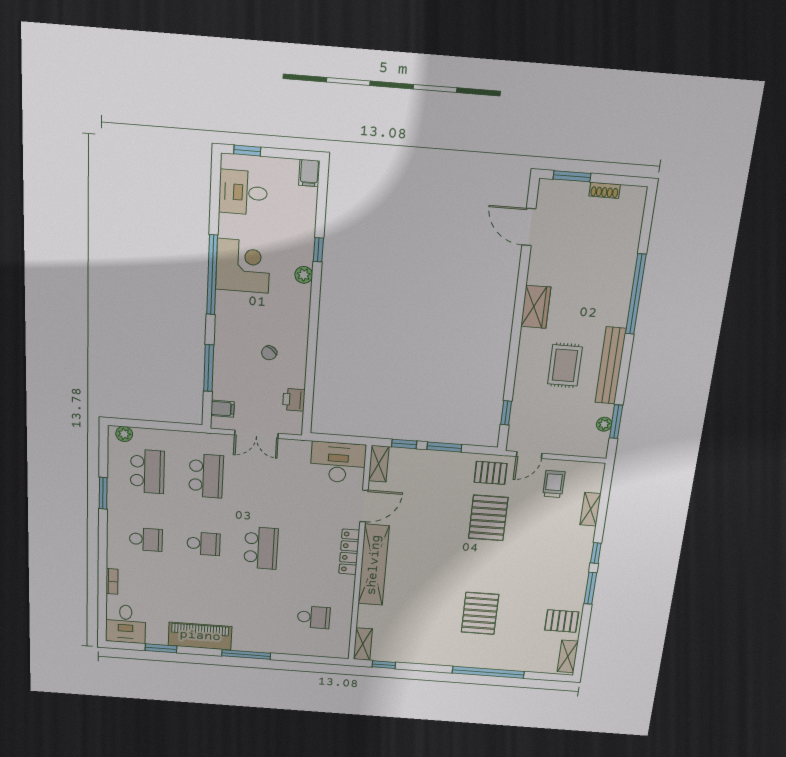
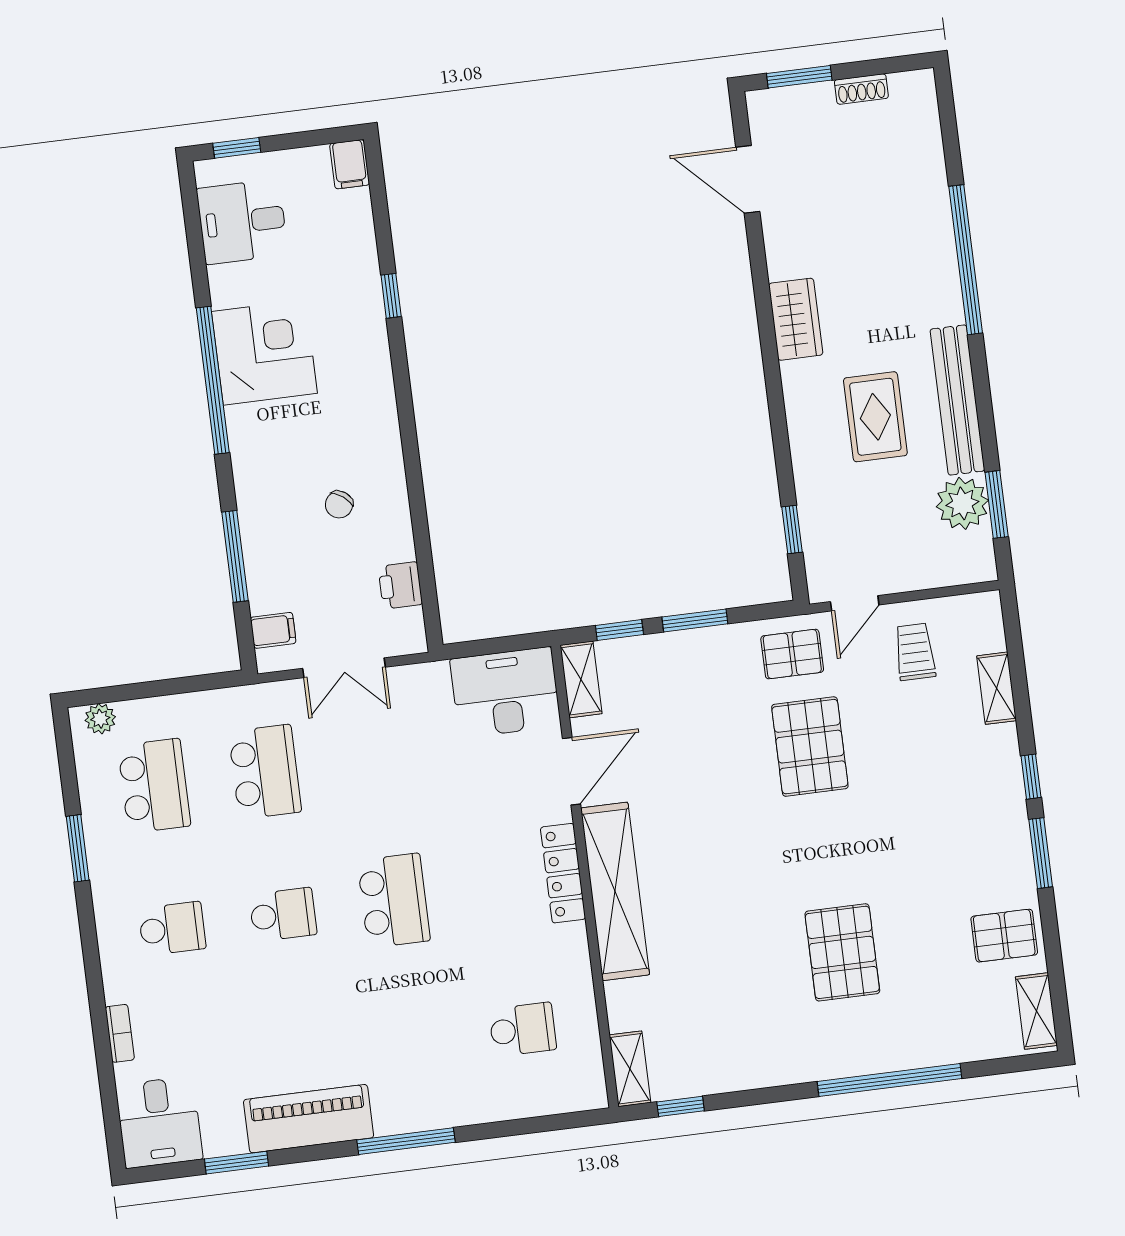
plant: (304, 275) -> (374, 346), removed
plant: (604, 424) -> (962, 503), width x1.88, depth x1.88

